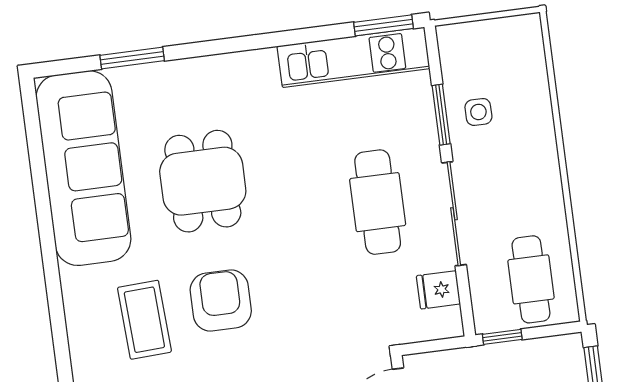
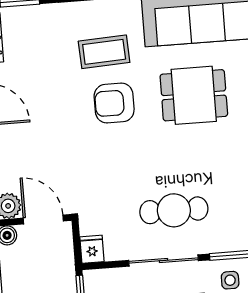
fridge: (438, 290) -> (92, 249), moved
armchair: (221, 300) -> (114, 103), turned 180

